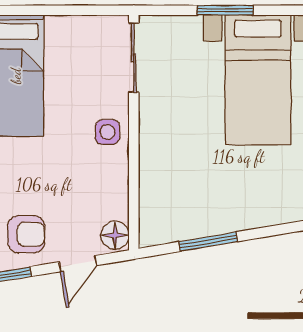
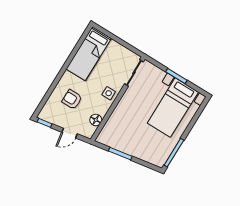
armchair: (26, 234) -> (72, 99), moved, turned 180
floor lamp: (115, 235) -> (96, 120), moved

